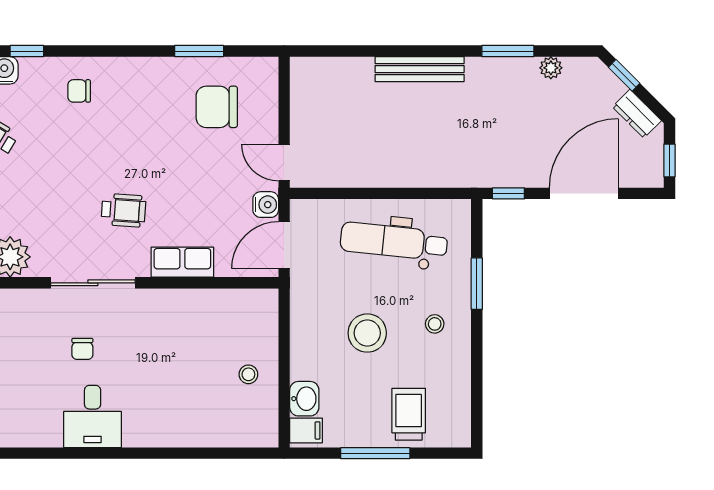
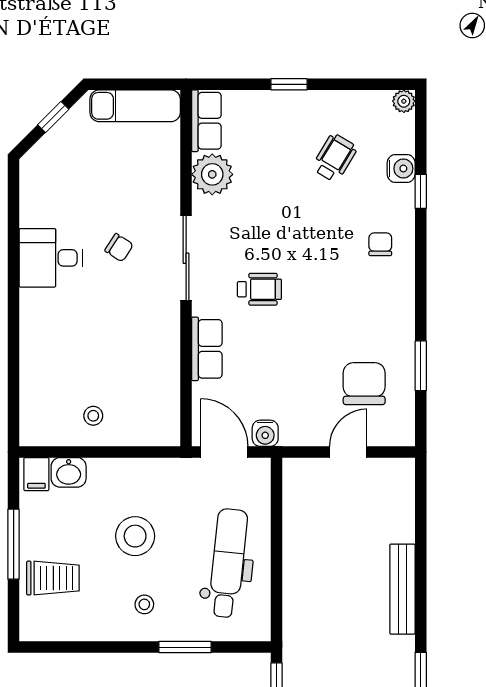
door: (284, 162) -> (348, 452), moved
wheelchair: (123, 210) -> (259, 289), turned -94
chair: (82, 349) -> (119, 248), turned -147

